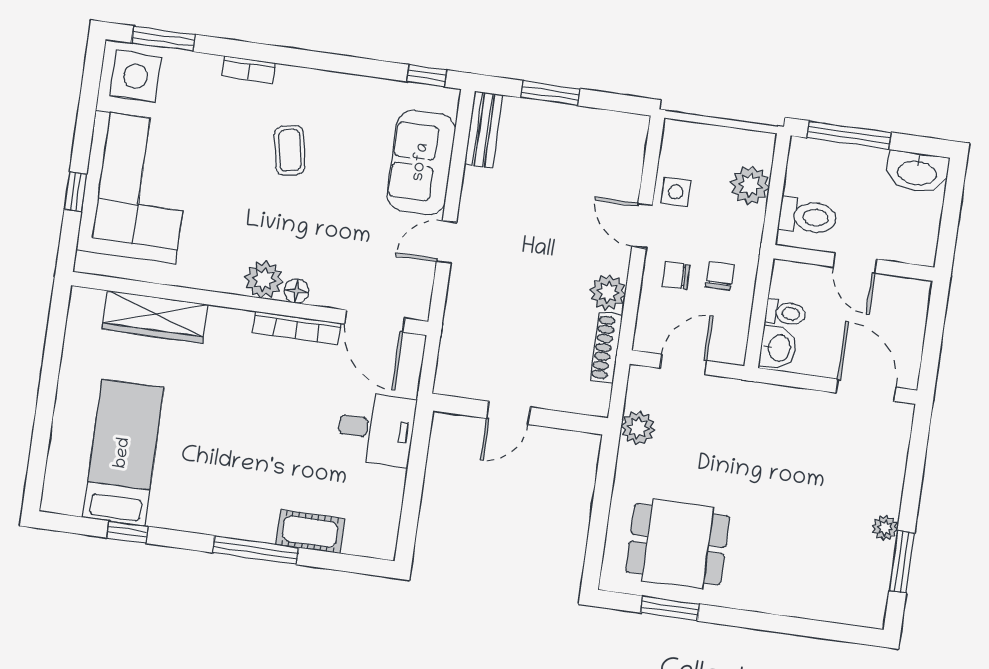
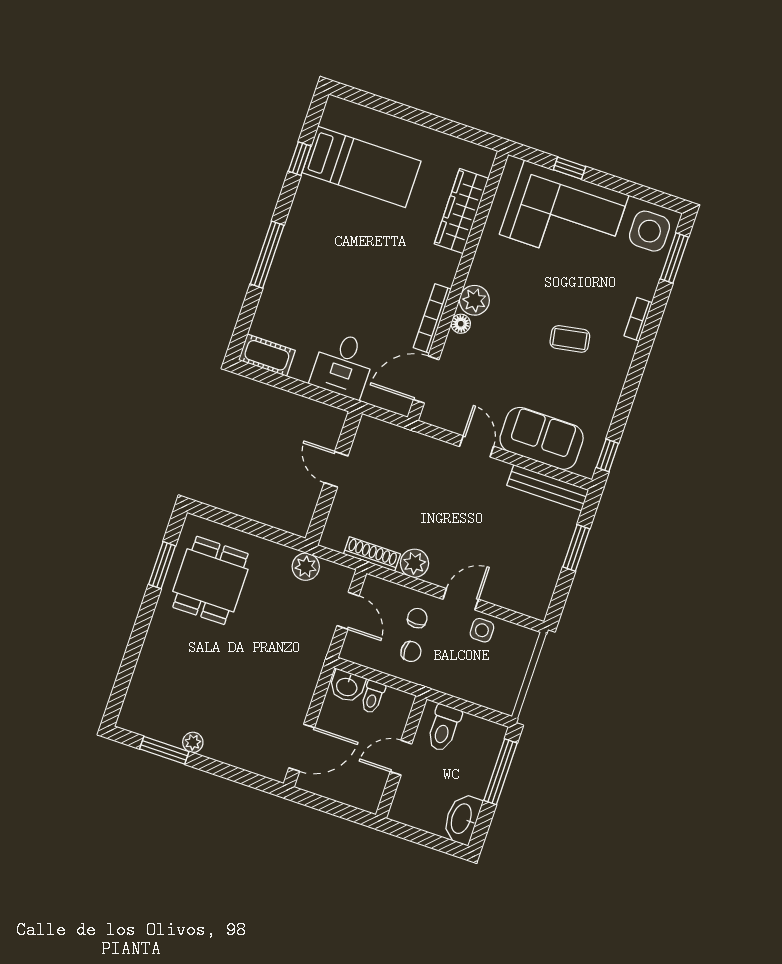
bench: (483, 130) -> (548, 488), width x1.36
plant: (750, 185) -> (476, 688), removed
cot: (310, 532) -> (267, 355), moved, turned 90

